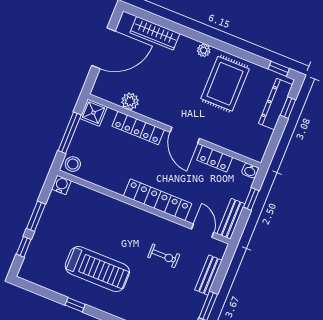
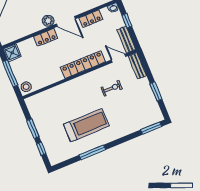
plant: (130, 101) -> (48, 21), moved
locker: (138, 128) -> (46, 37), width x0.66
water cooler: (61, 185) -> (30, 102), removed
bench: (208, 275) -> (137, 66), moved
window: (75, 305) -> (92, 152), width x2.17

